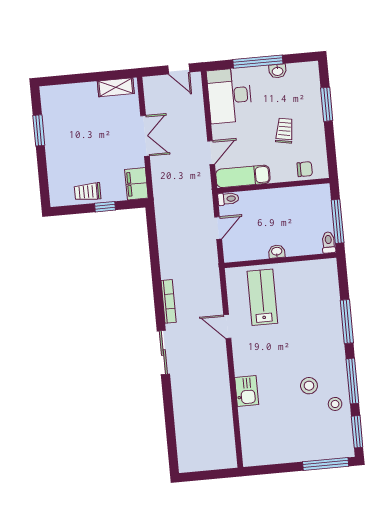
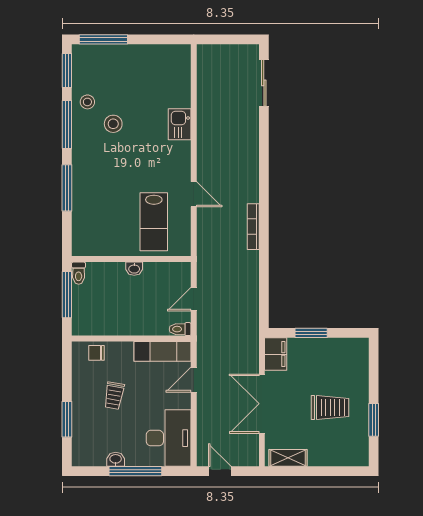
double door: (145, 136) -> (262, 404), width x1.37
trolley: (88, 192) -> (330, 407), moved, width x1.36, depth x1.39
window: (105, 207) -> (311, 333), width x1.50
sliding door: (163, 352) -> (264, 83), moved

